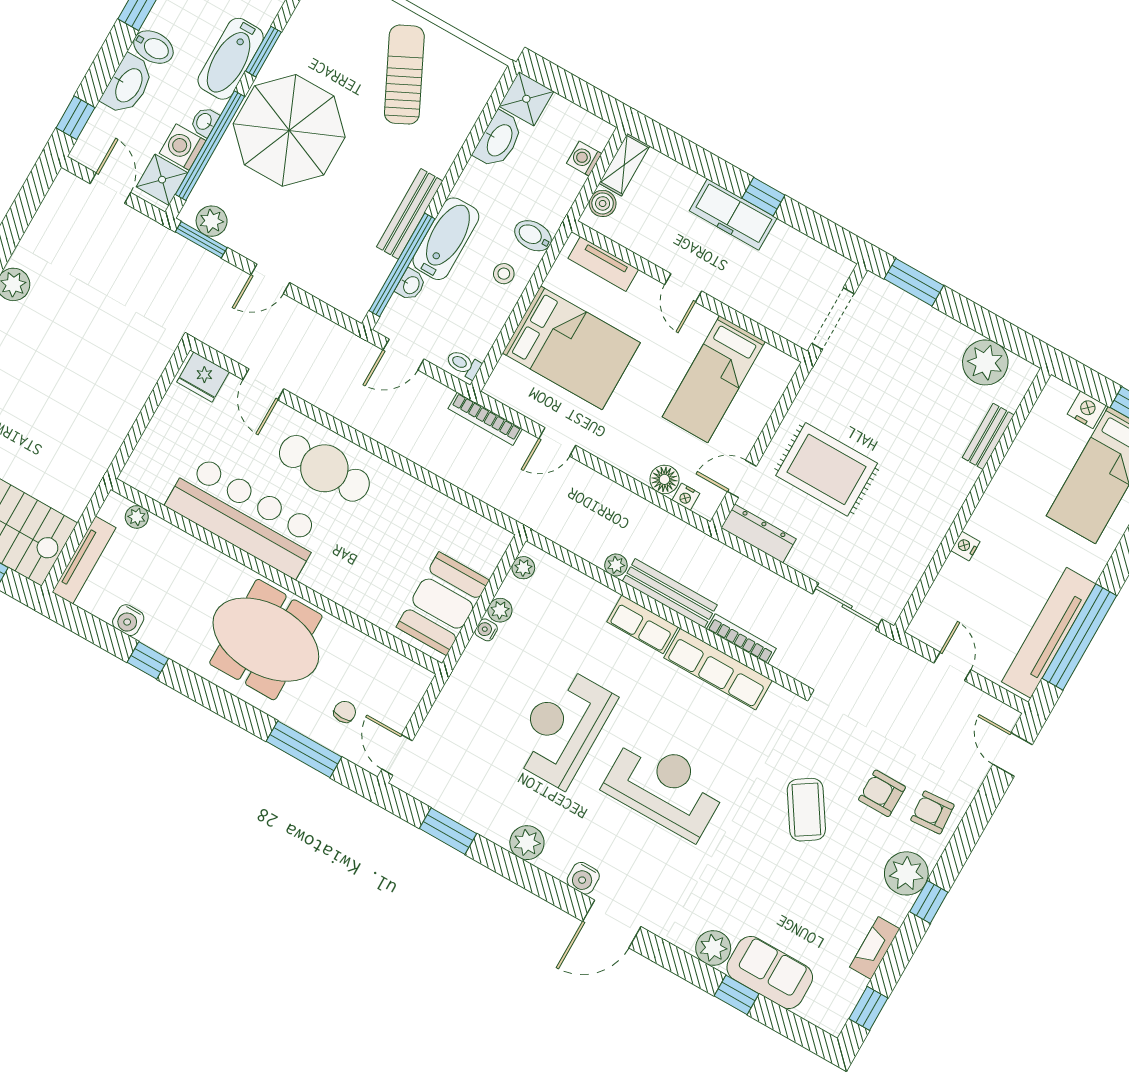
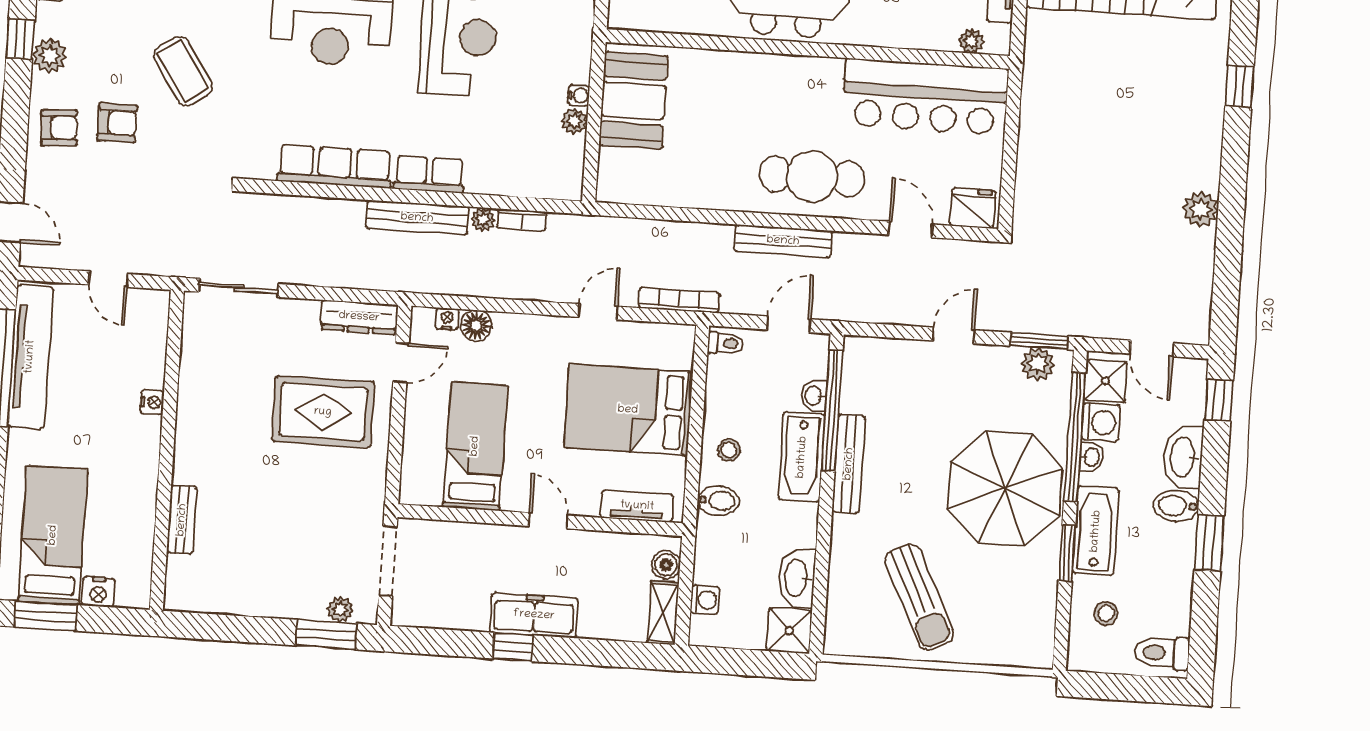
plant: (985, 362) -> (340, 610), moved, width x0.53, depth x0.53
bench: (374, 426) -> (783, 241), added
bar counter: (245, 516) -> (925, 97), moved
plant: (523, 568) -> (572, 173), removed
bookcase: (741, 639) -> (522, 220), moved, width x0.64
plant: (906, 873) -> (49, 56), width x0.73, depth x0.73

